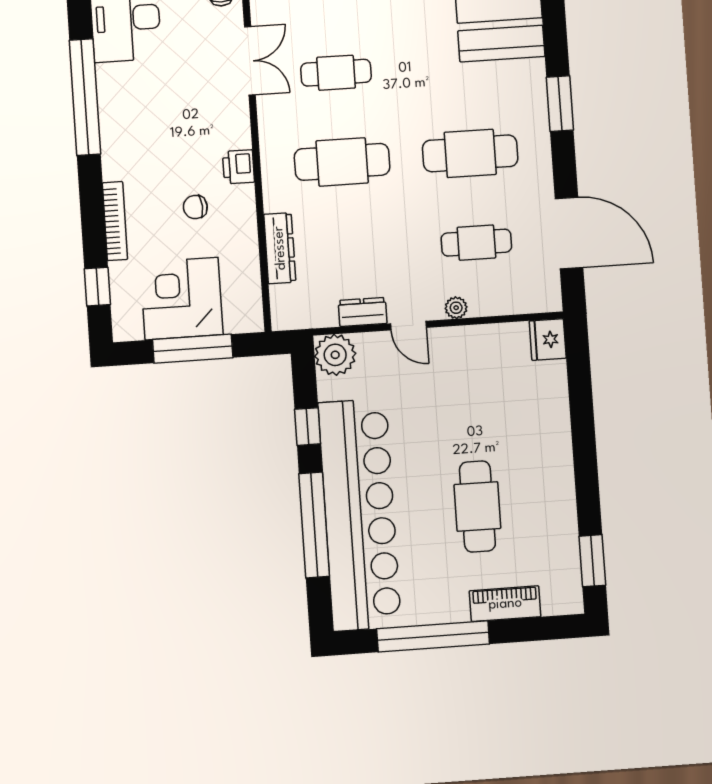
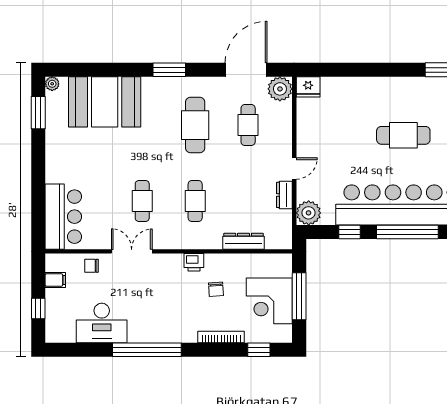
cafe table: (342, 162) -> (195, 201), width x0.73, depth x0.74
plant: (456, 308) -> (280, 89), moved, width x1.88, depth x1.88

